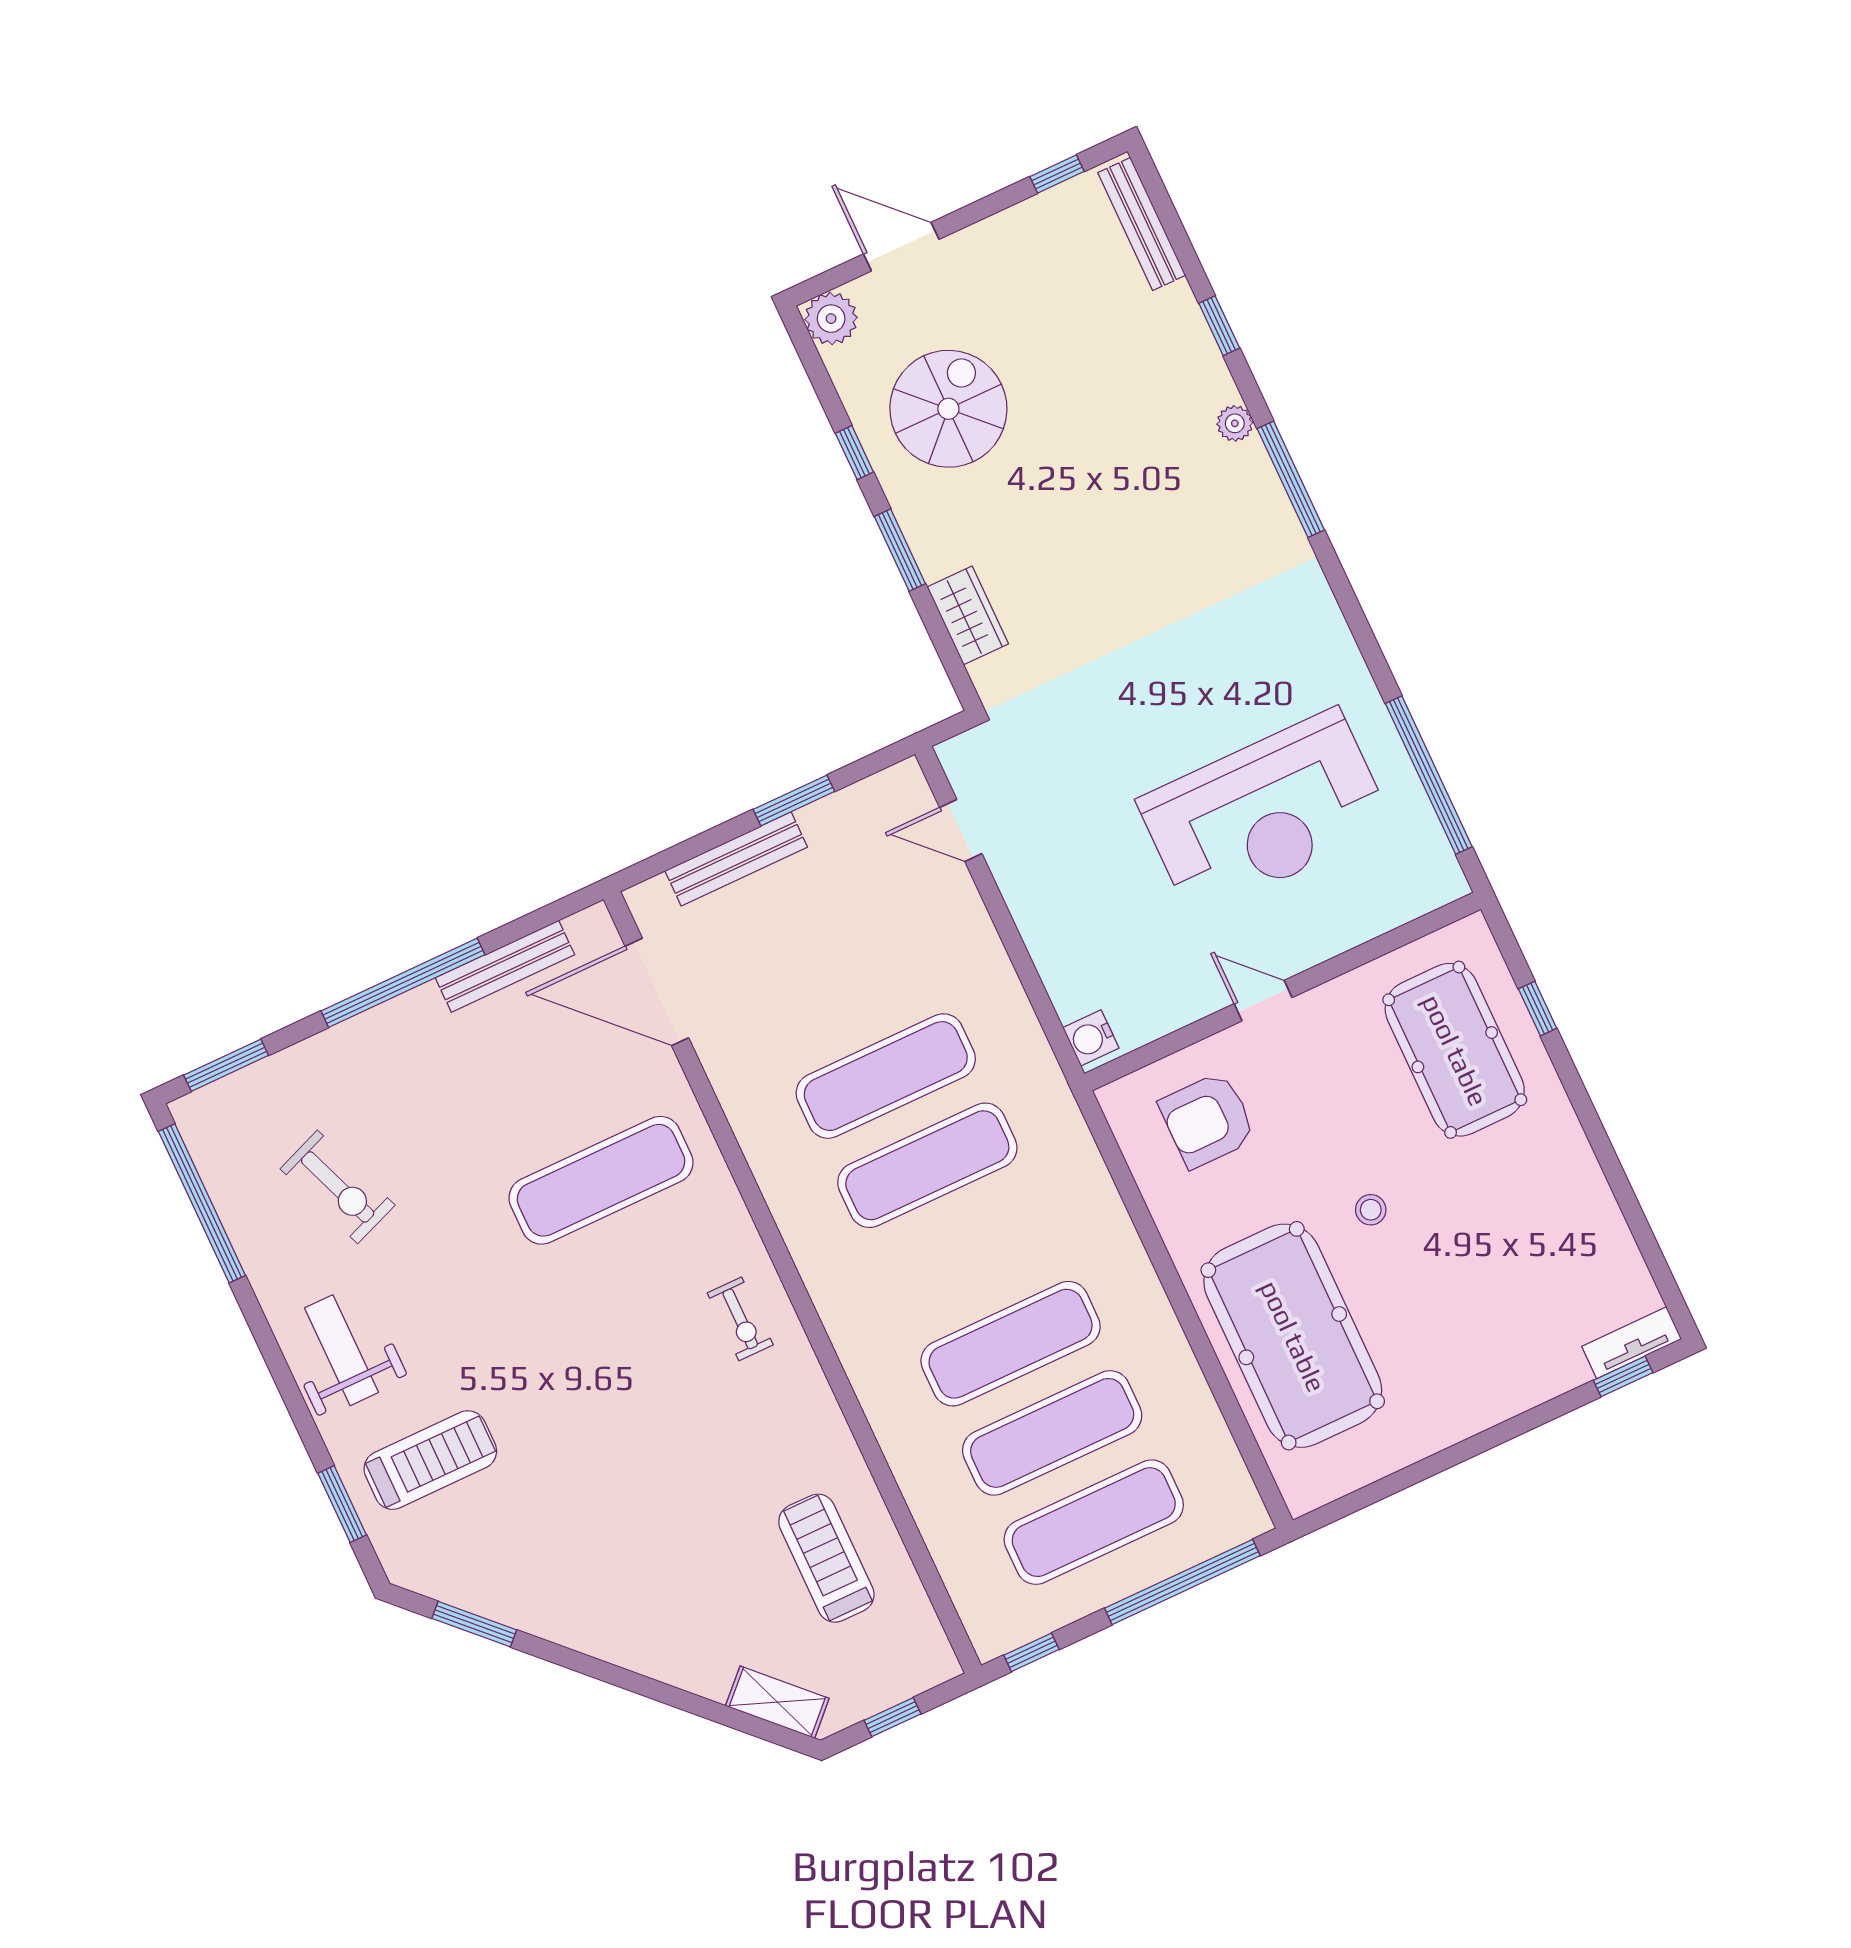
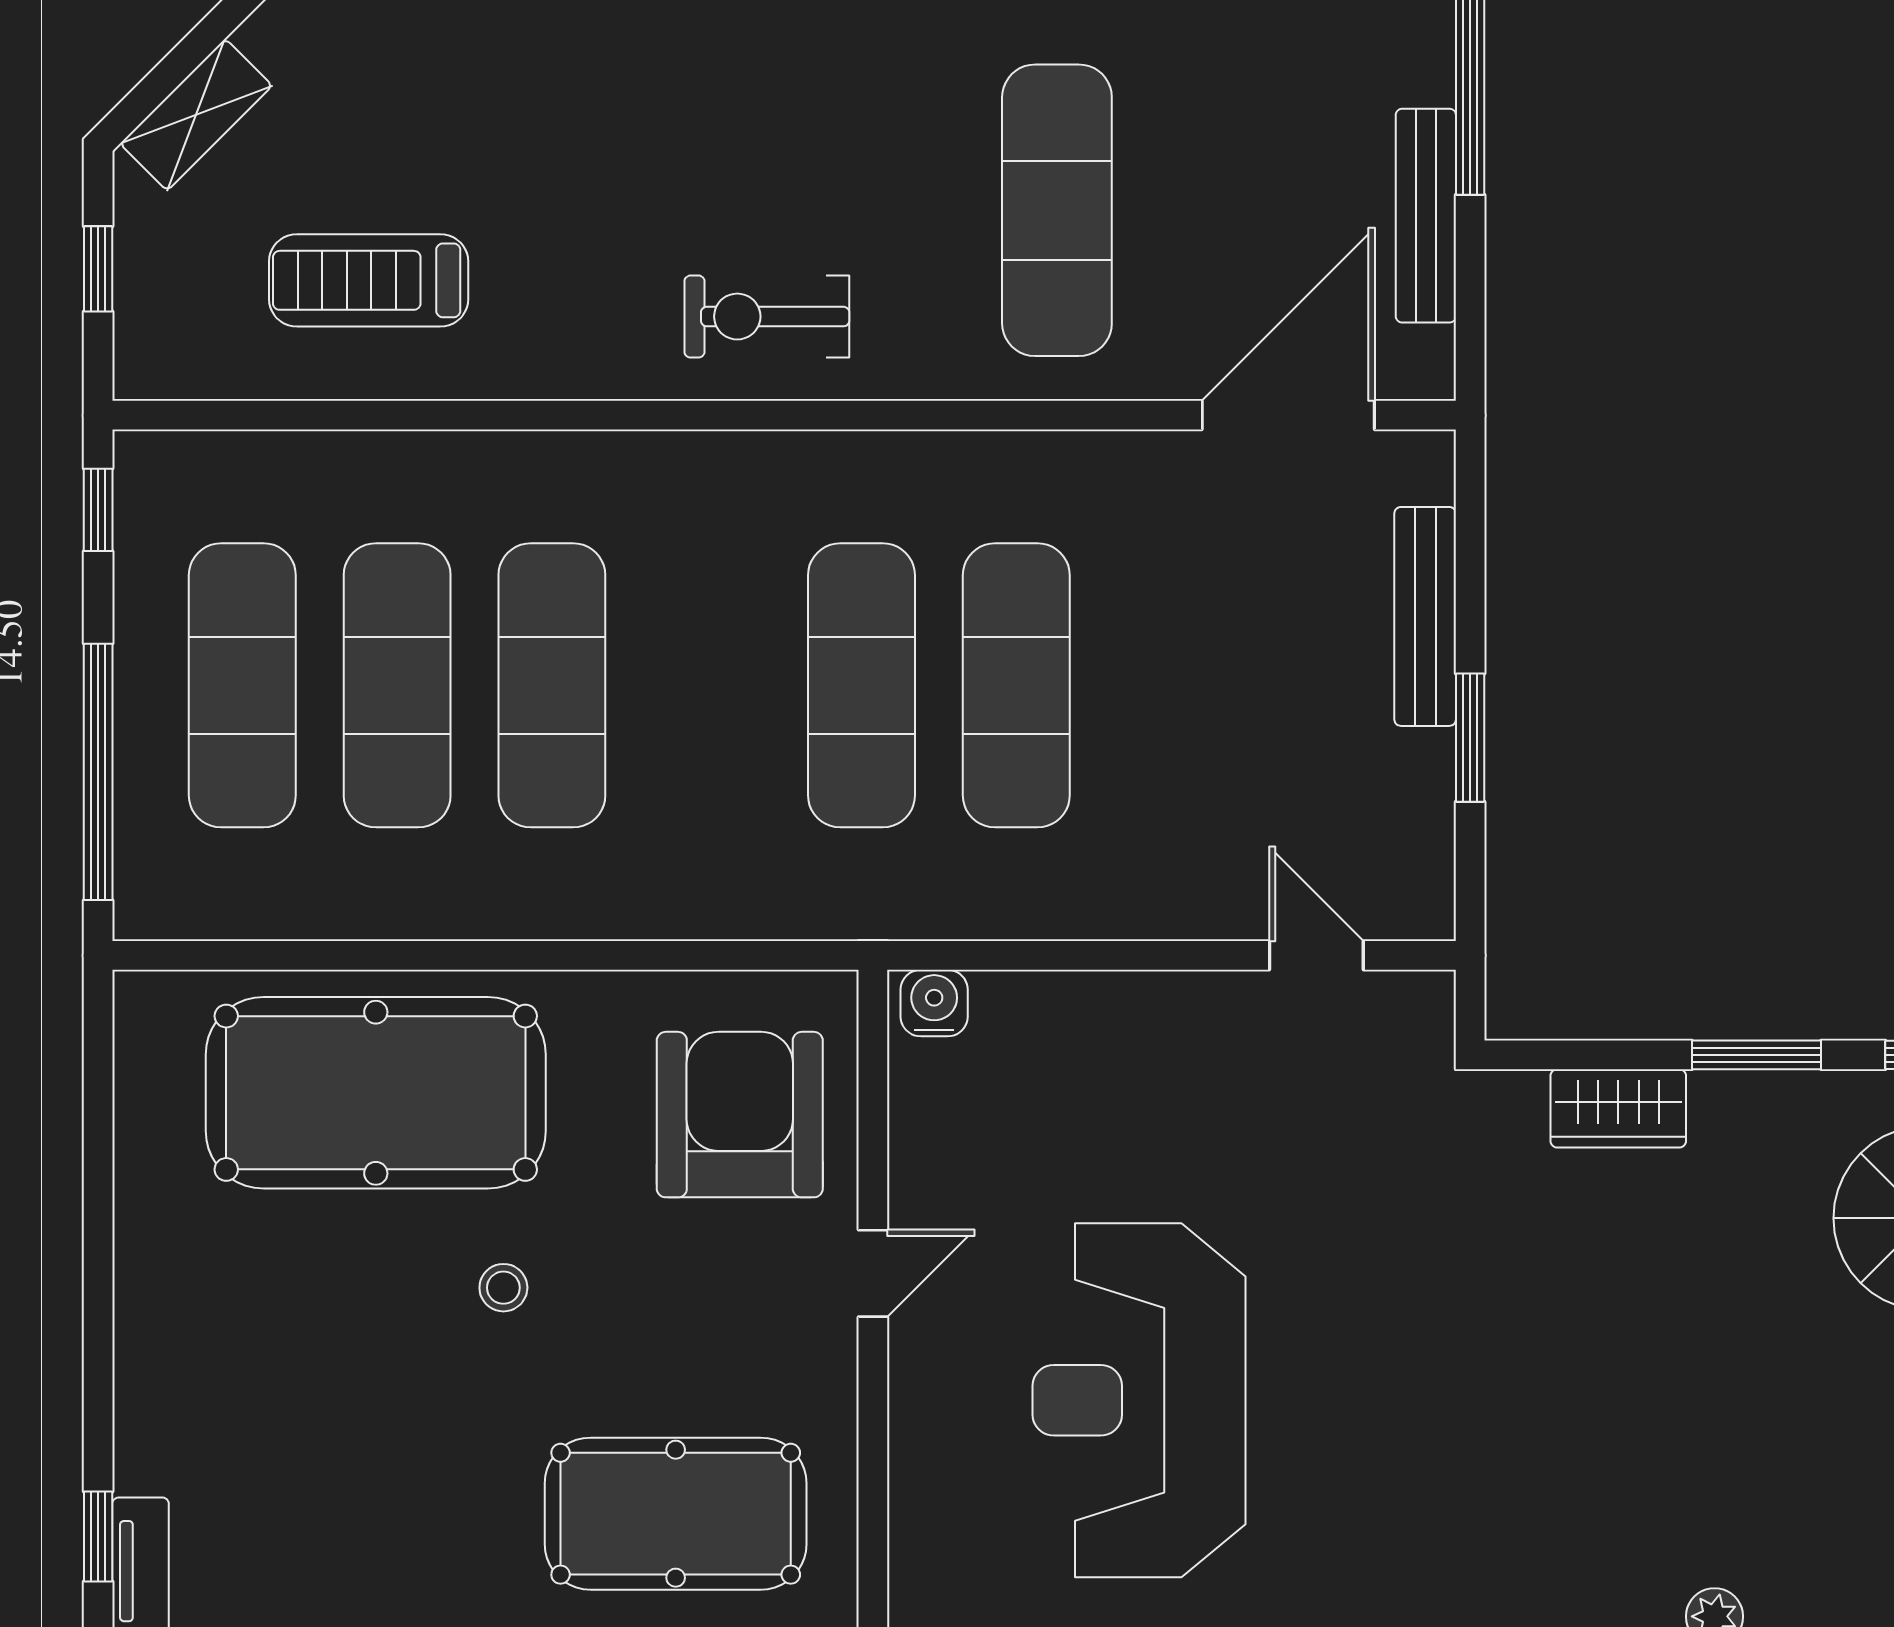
door: (961, 831) -> (1316, 955), hinge flipped
armchair: (1207, 1120) -> (740, 1115), width x1.36, depth x1.36
exercise bike: (740, 1319) -> (767, 317), width x1.38, depth x1.39
treadmill: (826, 1558) -> (369, 280), turned 180

